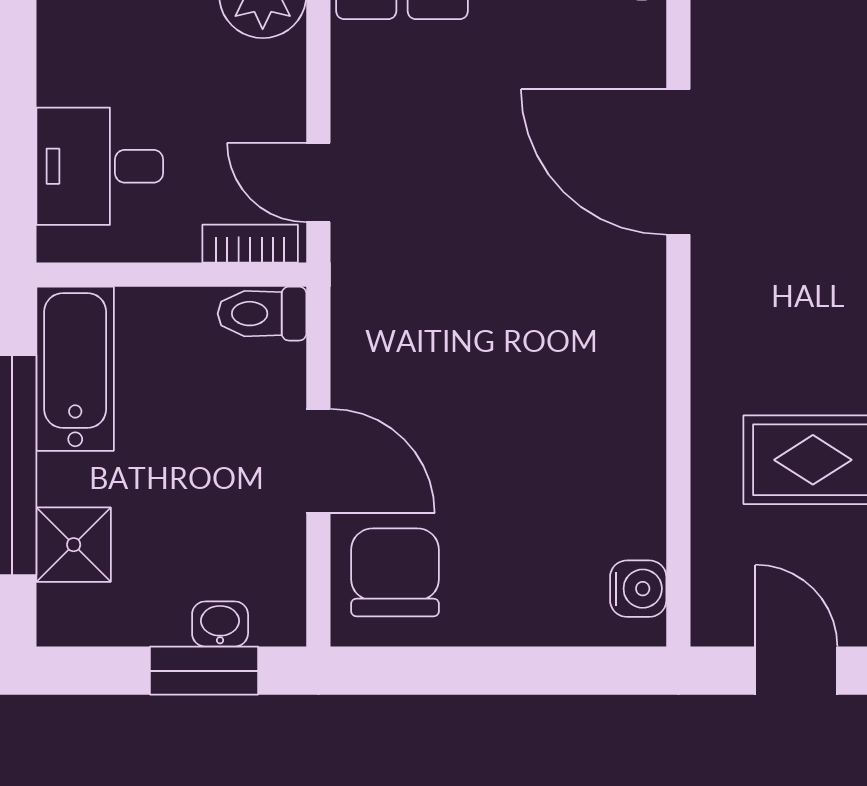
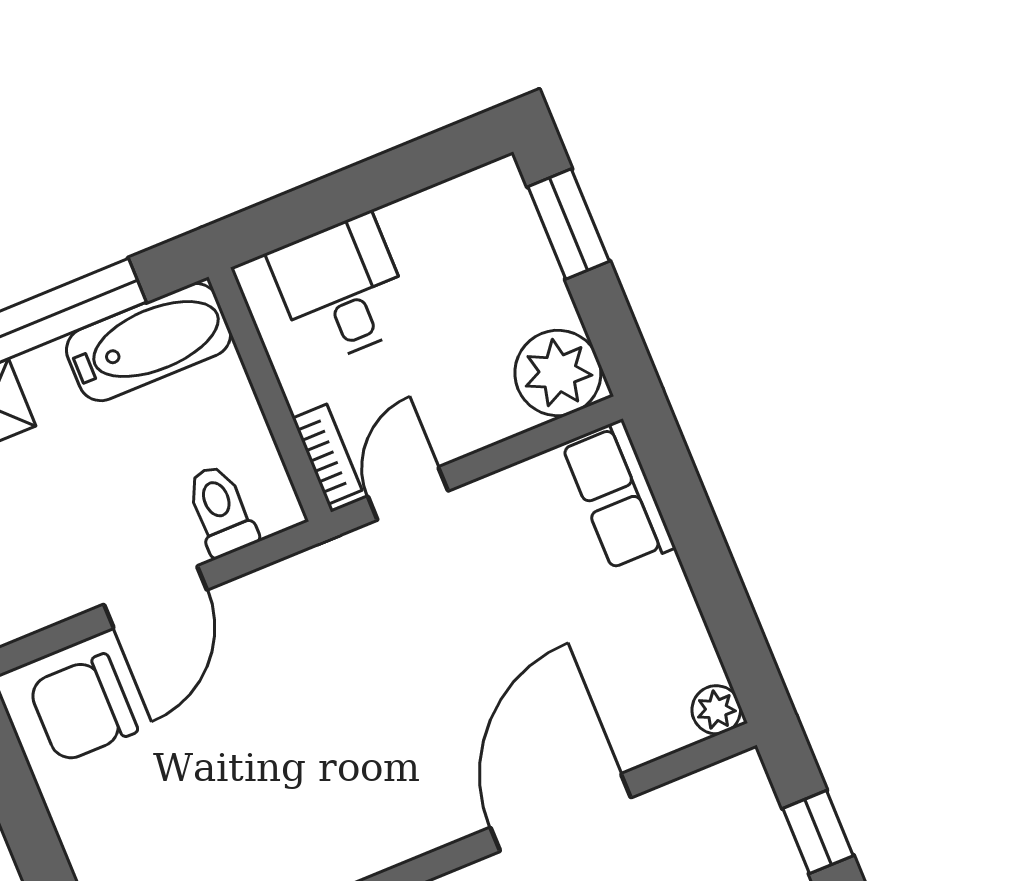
toilet: (262, 314) -> (221, 511), moved
chair: (395, 572) -> (83, 708), turned 180

